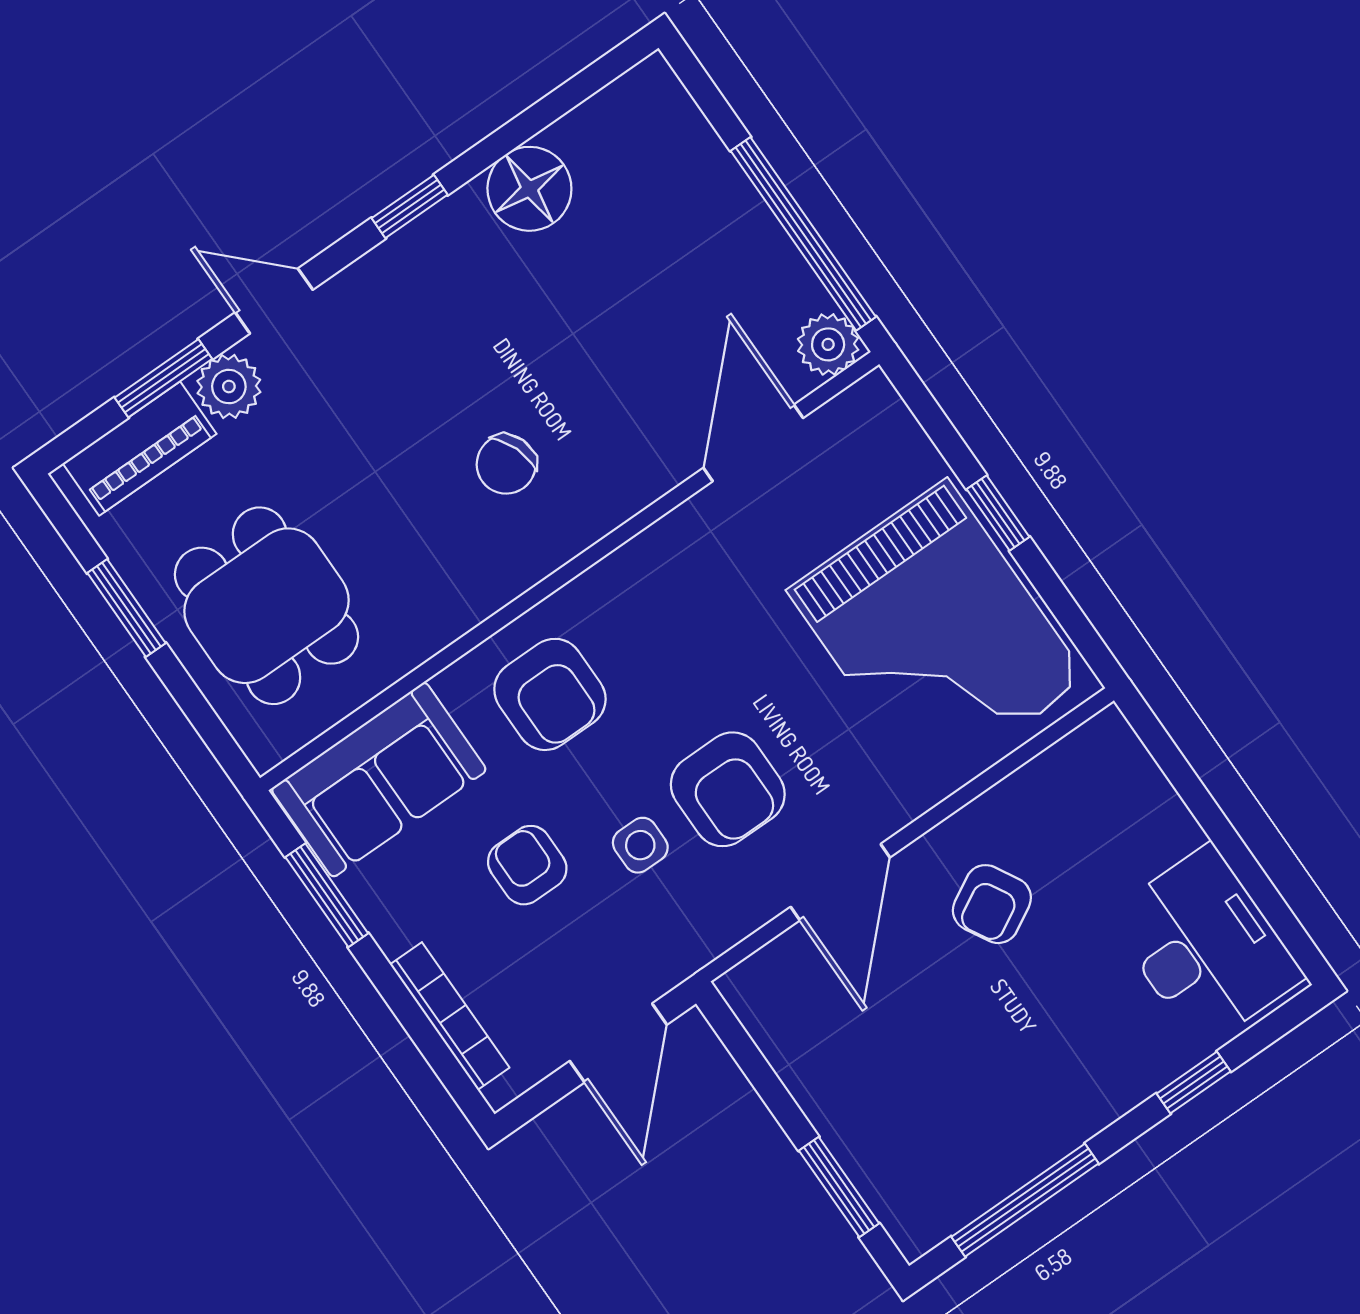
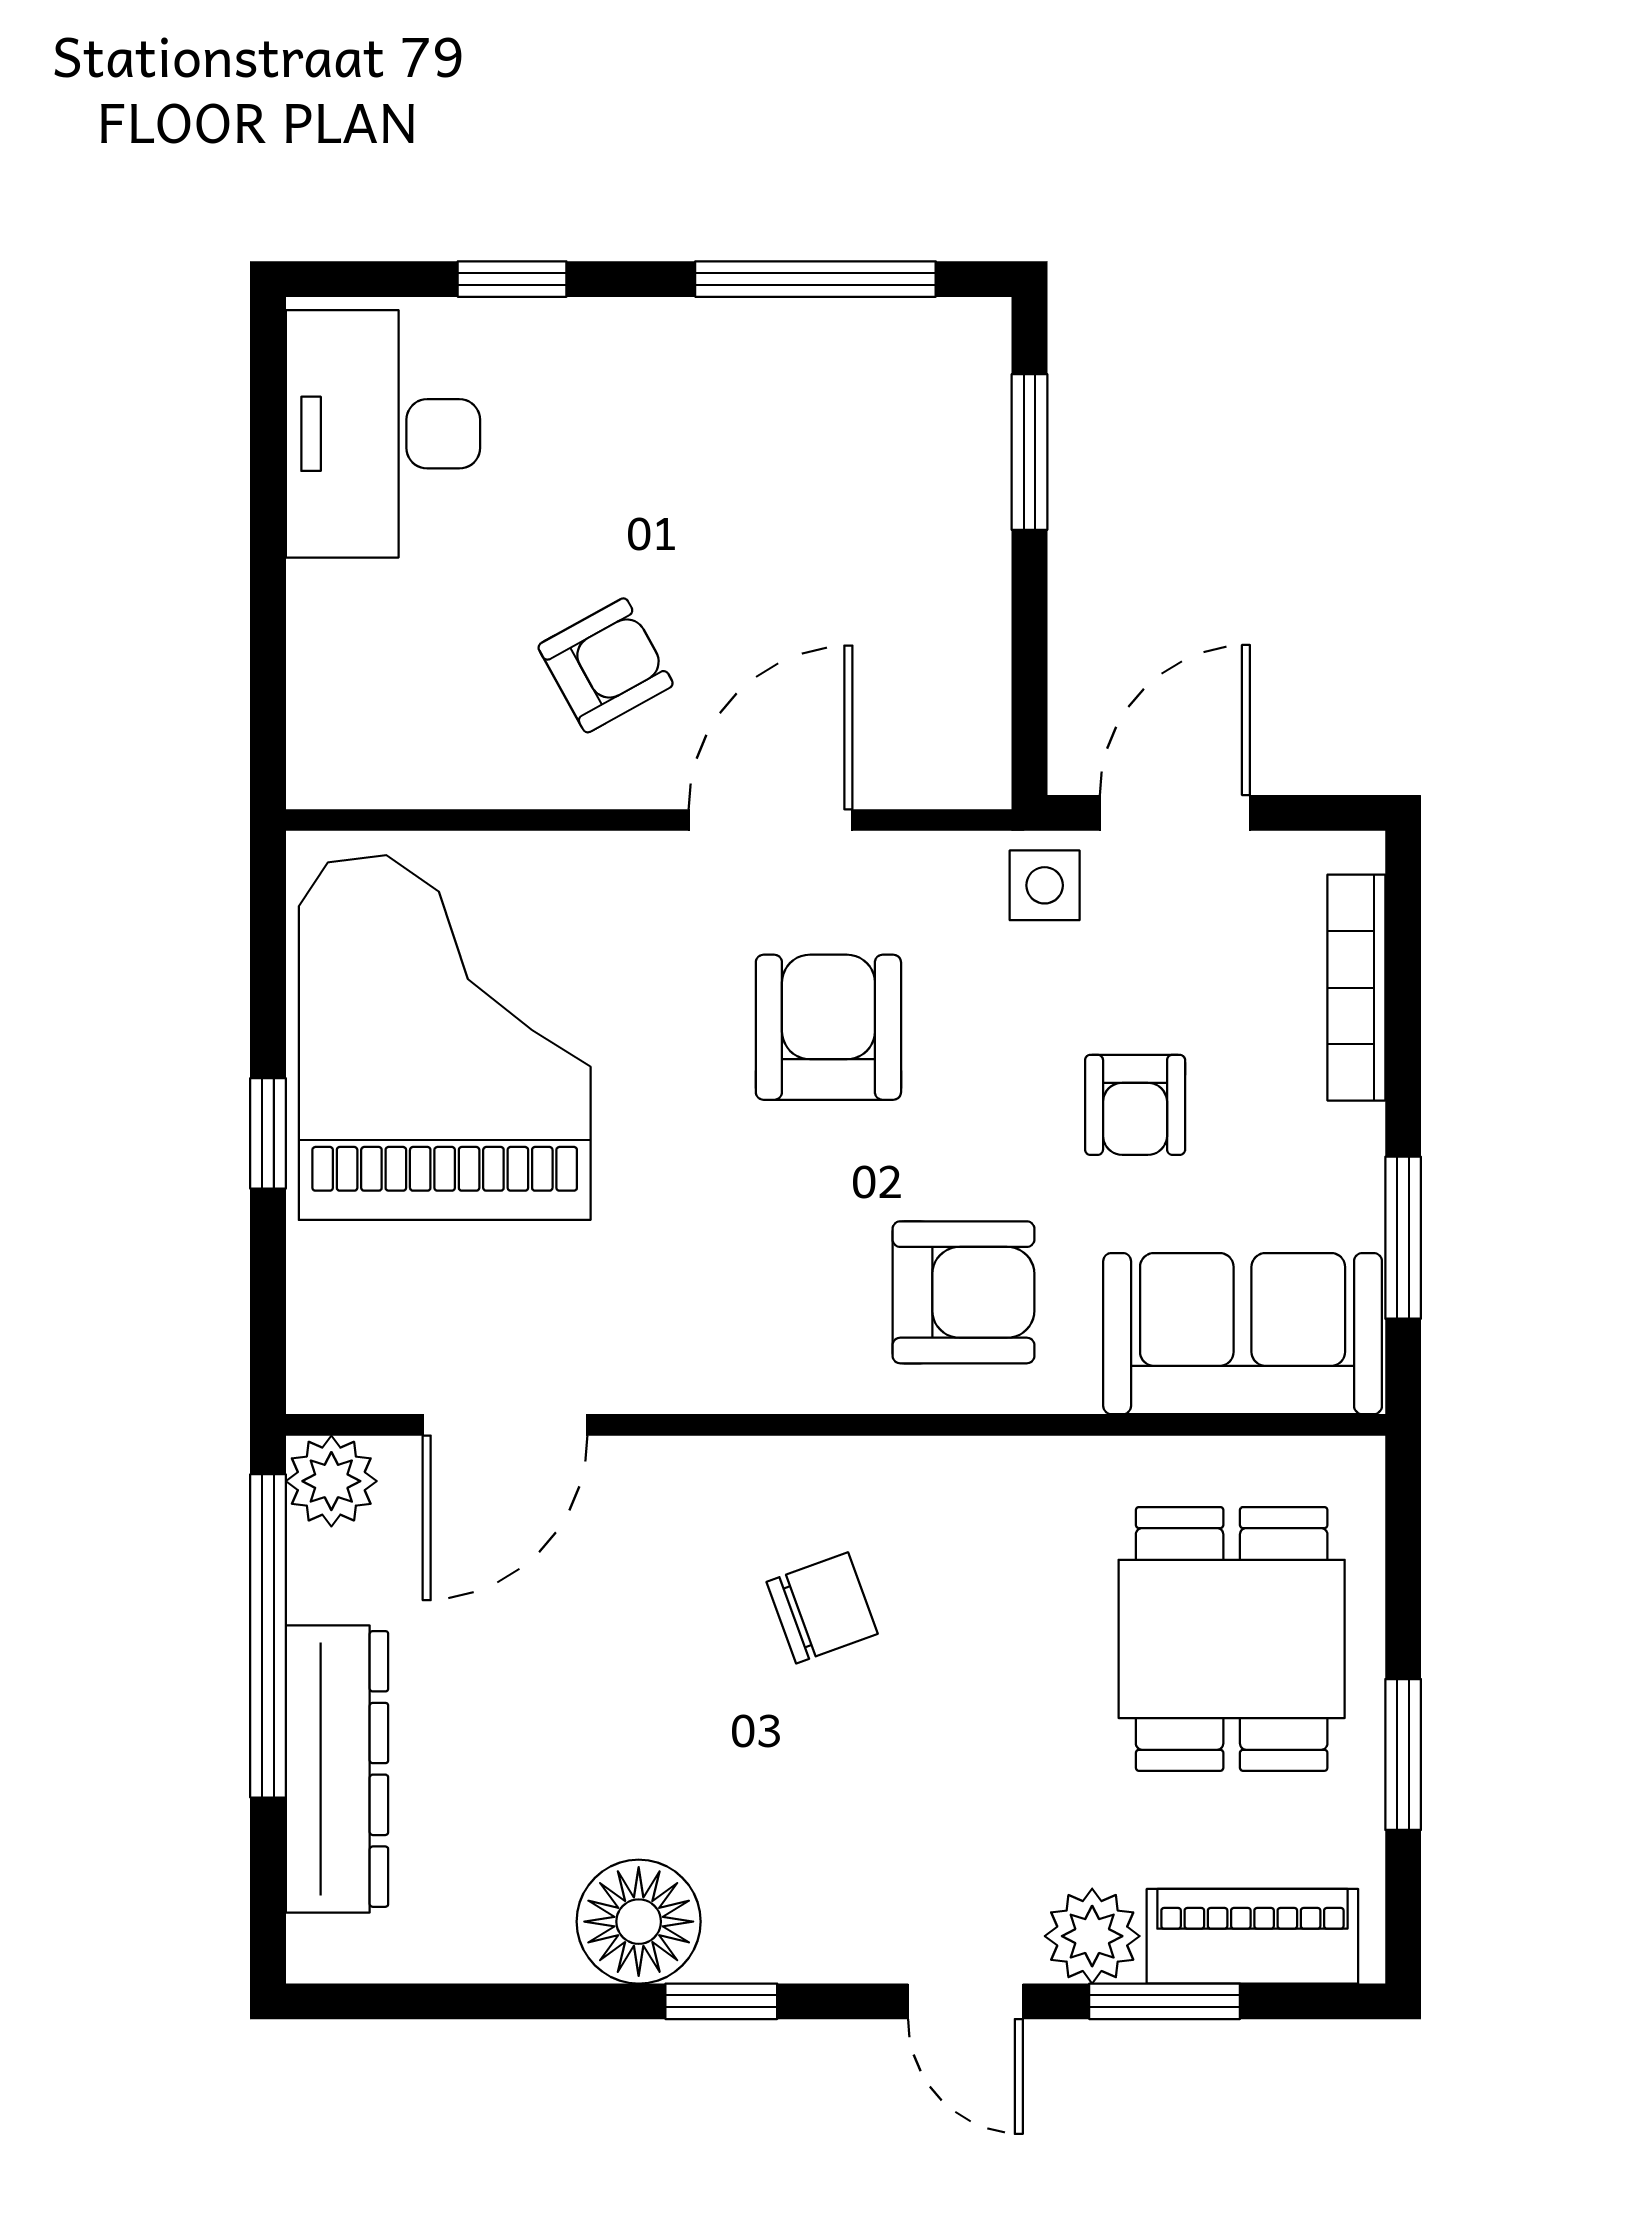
dresser: (713, 187) -> (337, 1769), added
floor lamp: (529, 189) -> (639, 1922), moved
armchair: (550, 694) -> (963, 1292), turned 90
side table: (640, 845) -> (1045, 885), moved

